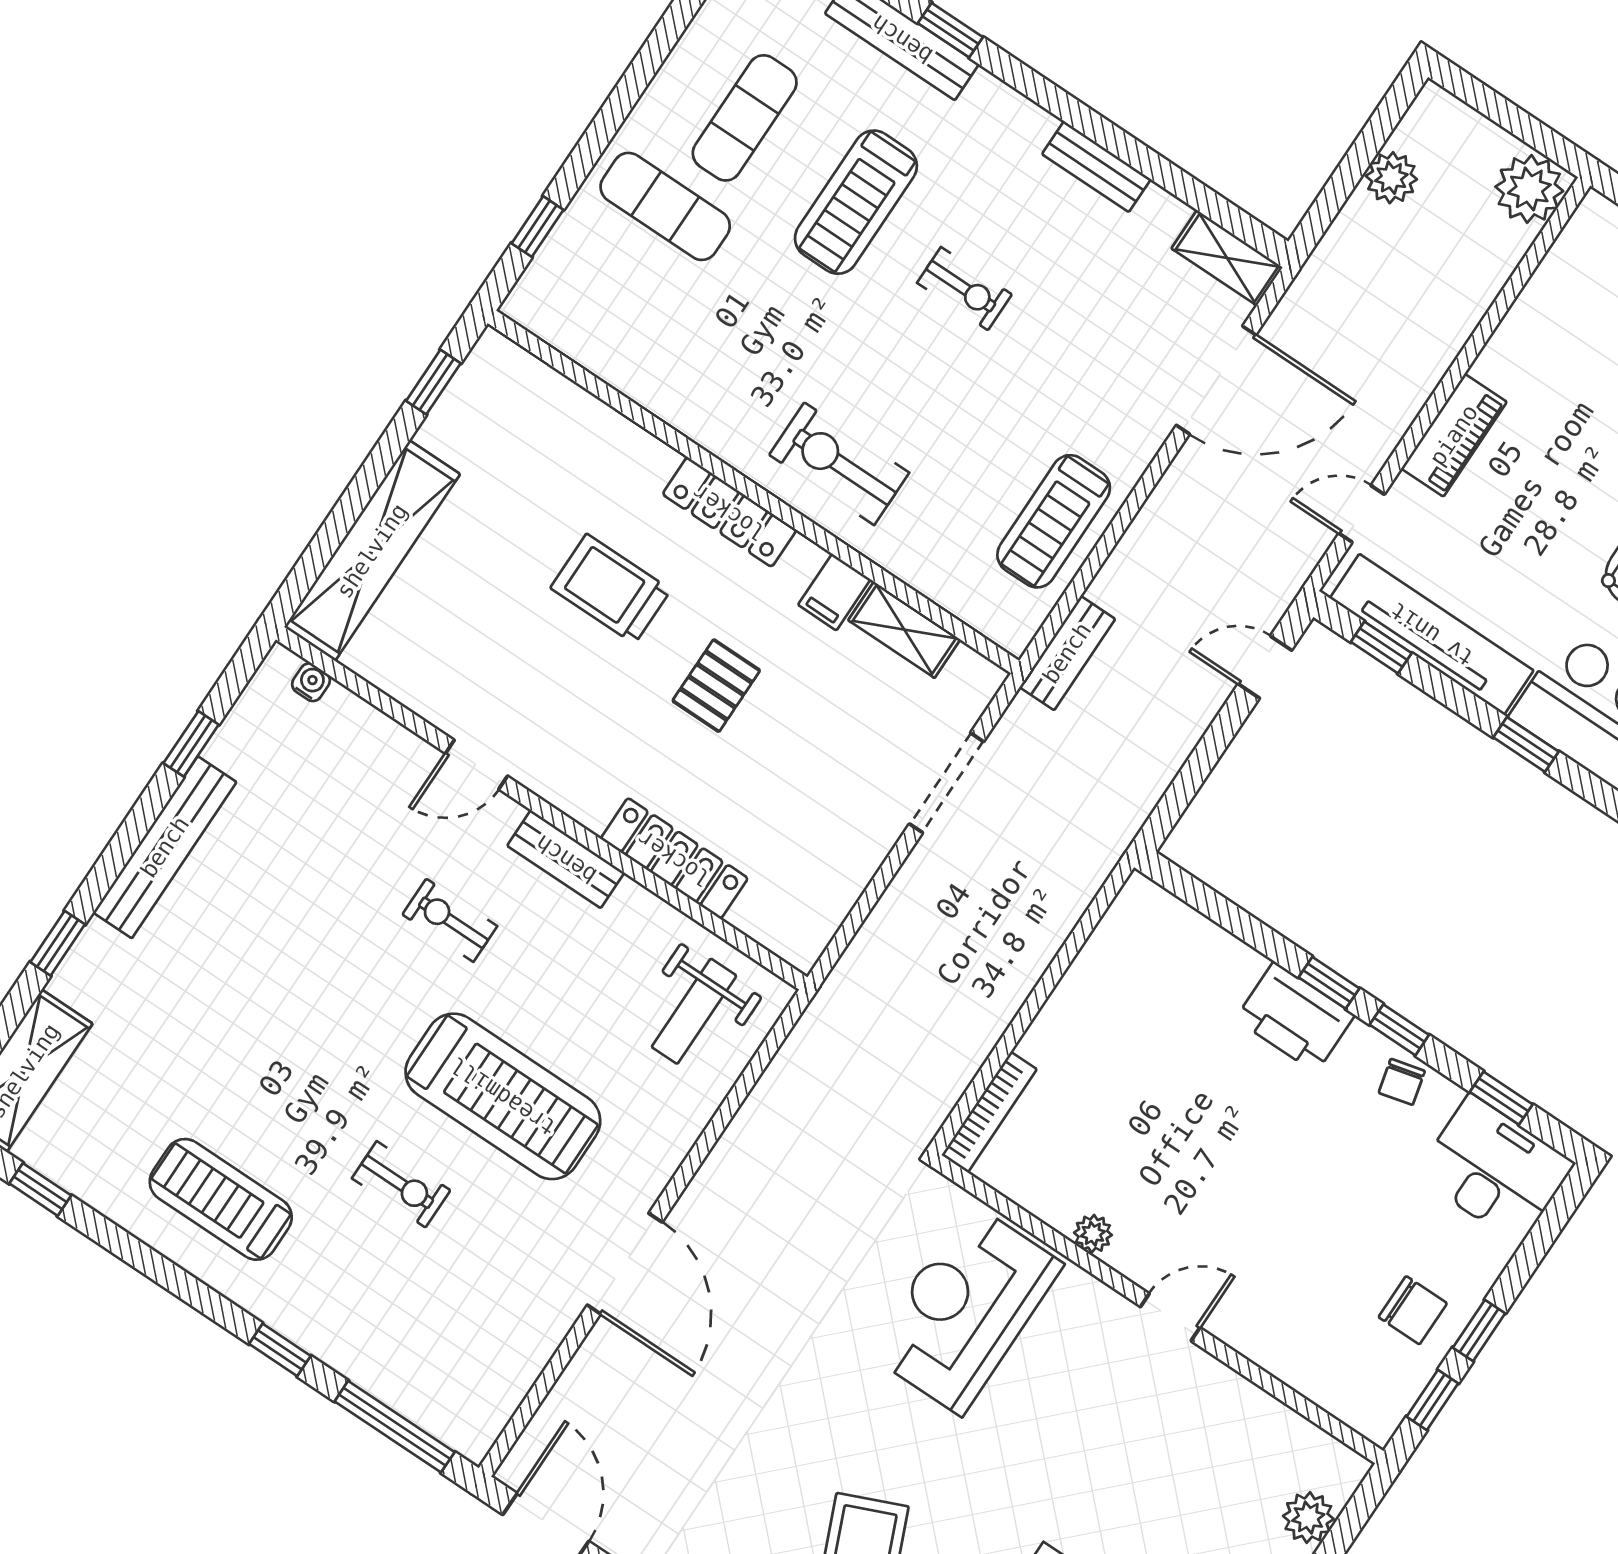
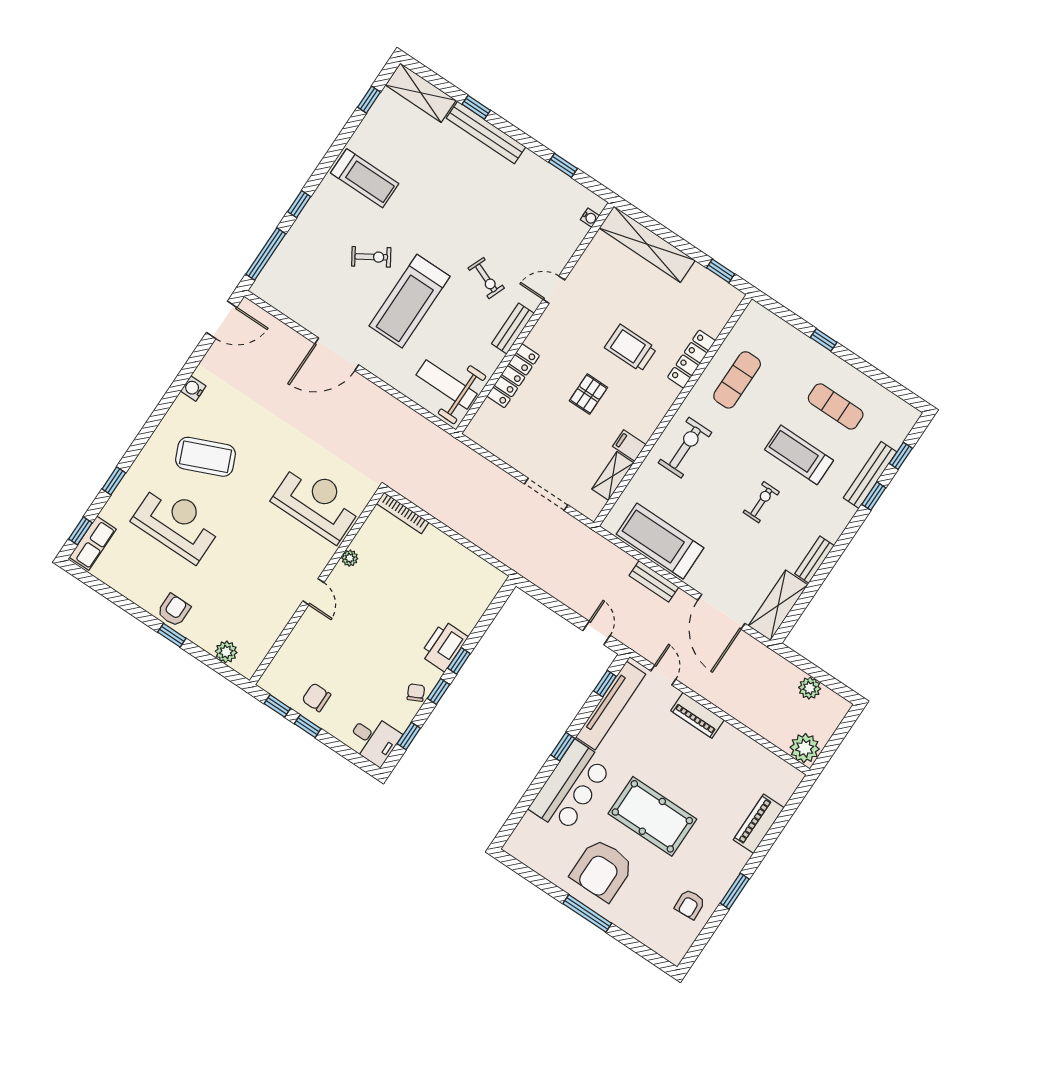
exercise mat: (665, 206) -> (737, 380), moved
window: (537, 227) -> (824, 340), moved
shelving: (1227, 258) -> (778, 605), width x1.50, depth x1.33
exercise bike: (964, 289) -> (761, 502), turned 180
locker: (729, 512) -> (691, 359), moved
treadmill: (1054, 521) -> (660, 541), width x1.37, depth x1.37
trolley: (611, 589) -> (631, 348), turned -90
bench: (1067, 653) -> (654, 581), moved
pallet: (716, 686) -> (588, 394), turned 90
door: (477, 765) -> (554, 290), hinge flipped
bench: (165, 847) -> (486, 133), moved
exercise bike: (450, 920) -> (486, 278), turned 112
weight bench: (694, 1011) -> (447, 384), width x1.36, depth x1.33
chair: (1402, 1082) -> (416, 693), turned 78
desk: (1495, 1169) -> (374, 739), width x0.73
exercise bike: (401, 1184) -> (371, 257), turned -122
treadmill: (221, 1199) -> (365, 178), turned 90
chair: (1413, 1310) -> (316, 697), turned 90

